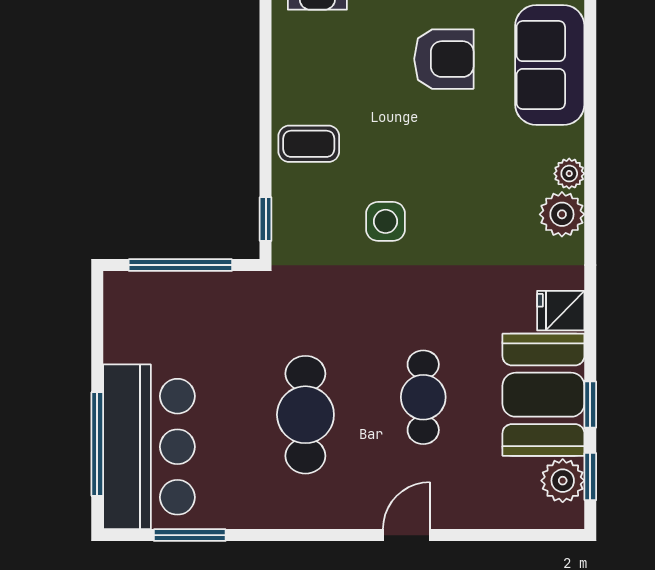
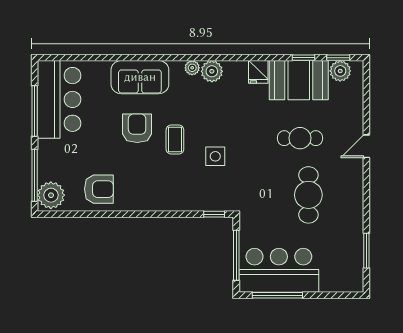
coffee table: (309, 144) -> (175, 140), moved
cafe table: (305, 415) -> (308, 195), turned 90
window: (97, 444) -> (277, 295), moved
bar counter: (149, 447) -> (279, 270), moved
door: (406, 535) -> (366, 146), hinge flipped

